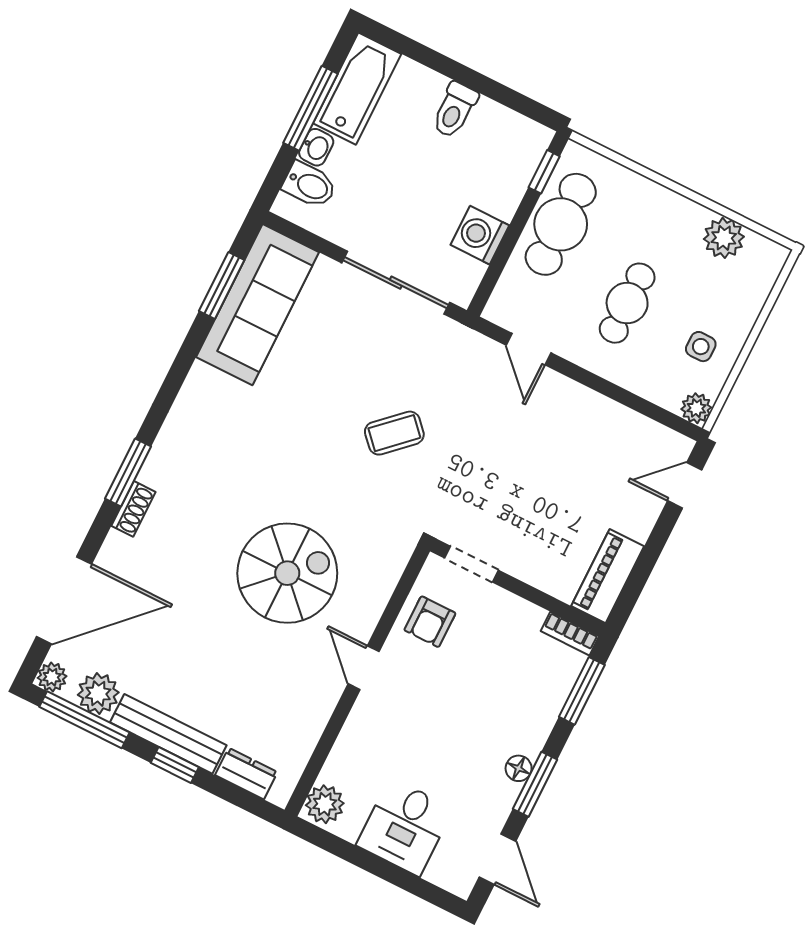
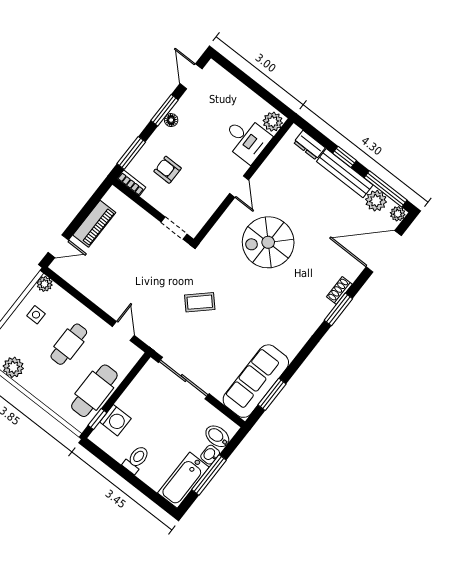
washing machine: (480, 235) -> (115, 420), moved
piano: (608, 576) -> (94, 224), moved
armchair: (430, 622) -> (168, 170), moved, turned -90
desk: (405, 827) -> (246, 139), moved, turned 90

